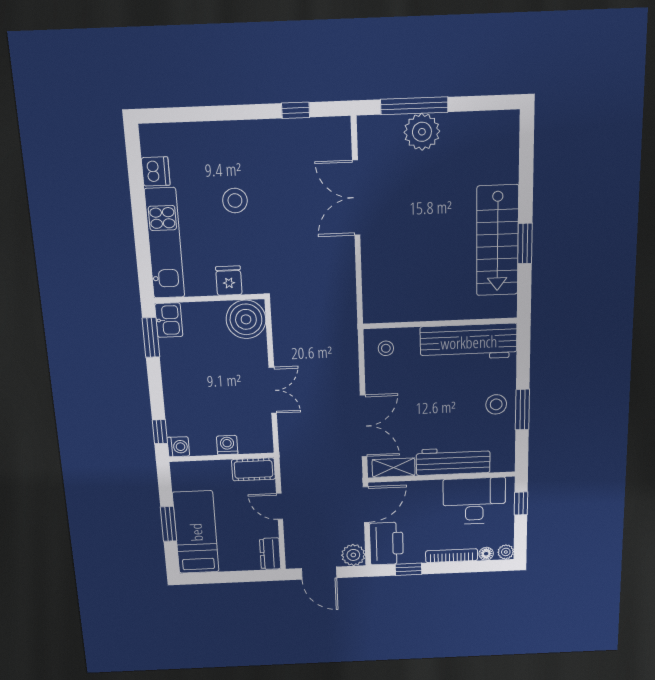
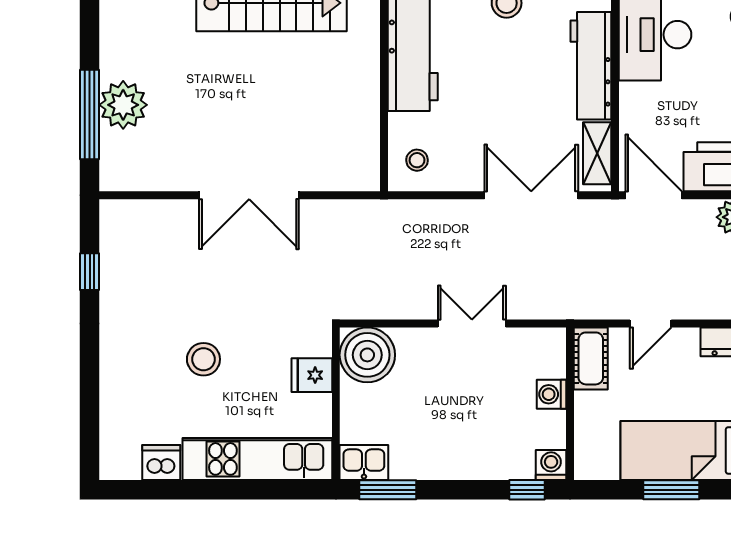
double door: (356, 198) -> (249, 195), moved

